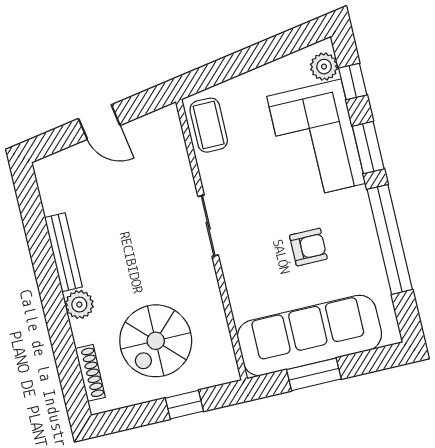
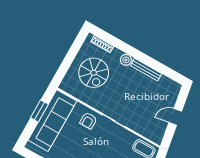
armchair: (308, 247) -> (88, 121), moved
spiral stairs: (156, 341) -> (94, 73), turned 180
window: (184, 405) -> (66, 64), removed

